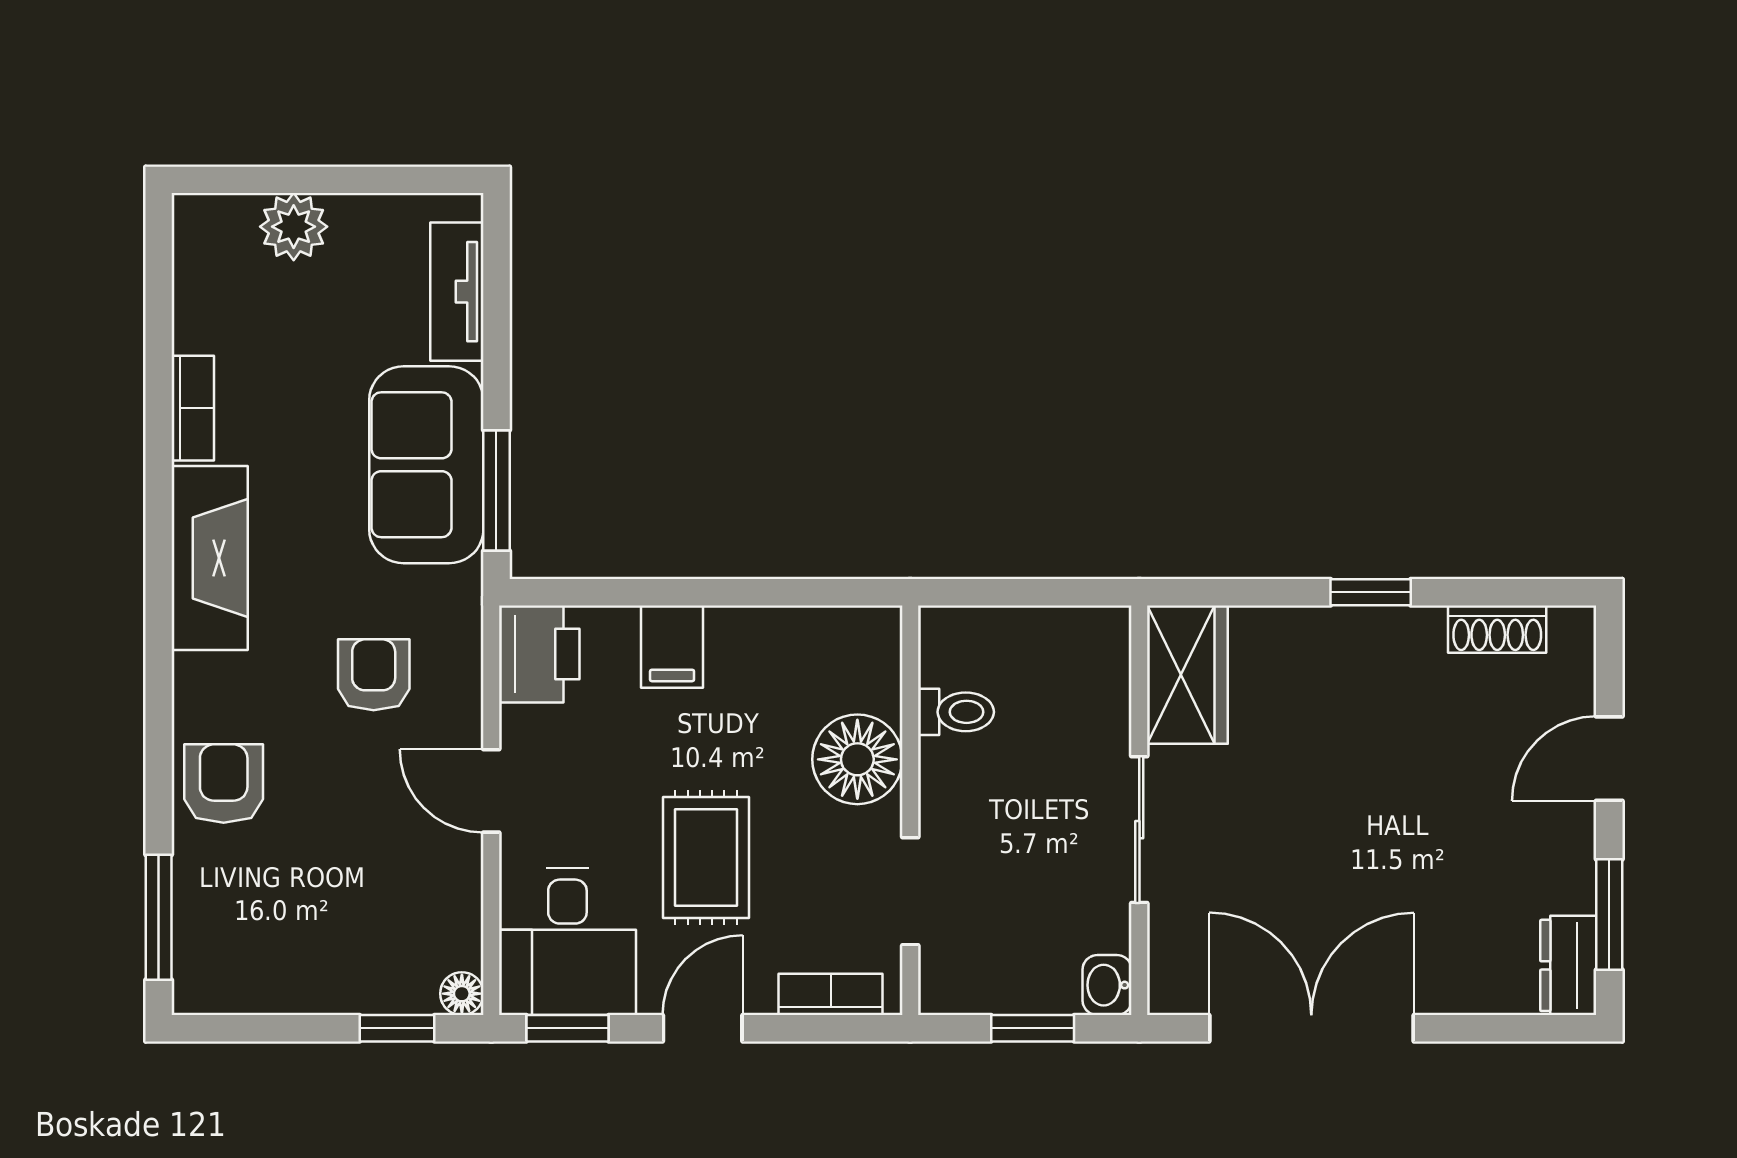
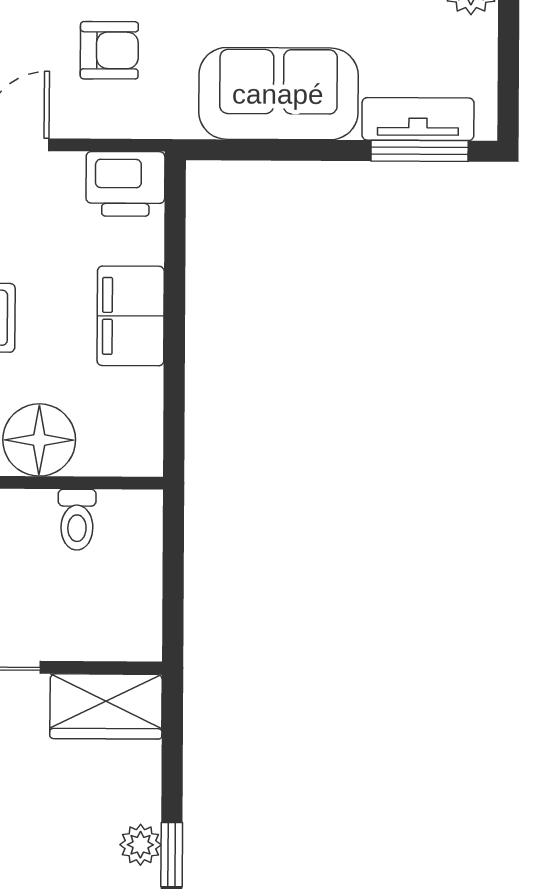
window: (496, 490) -> (420, 151), moved
plant: (1359, 631) -> (140, 845), added
filing cabinet: (672, 647) -> (131, 316), width x2.00

